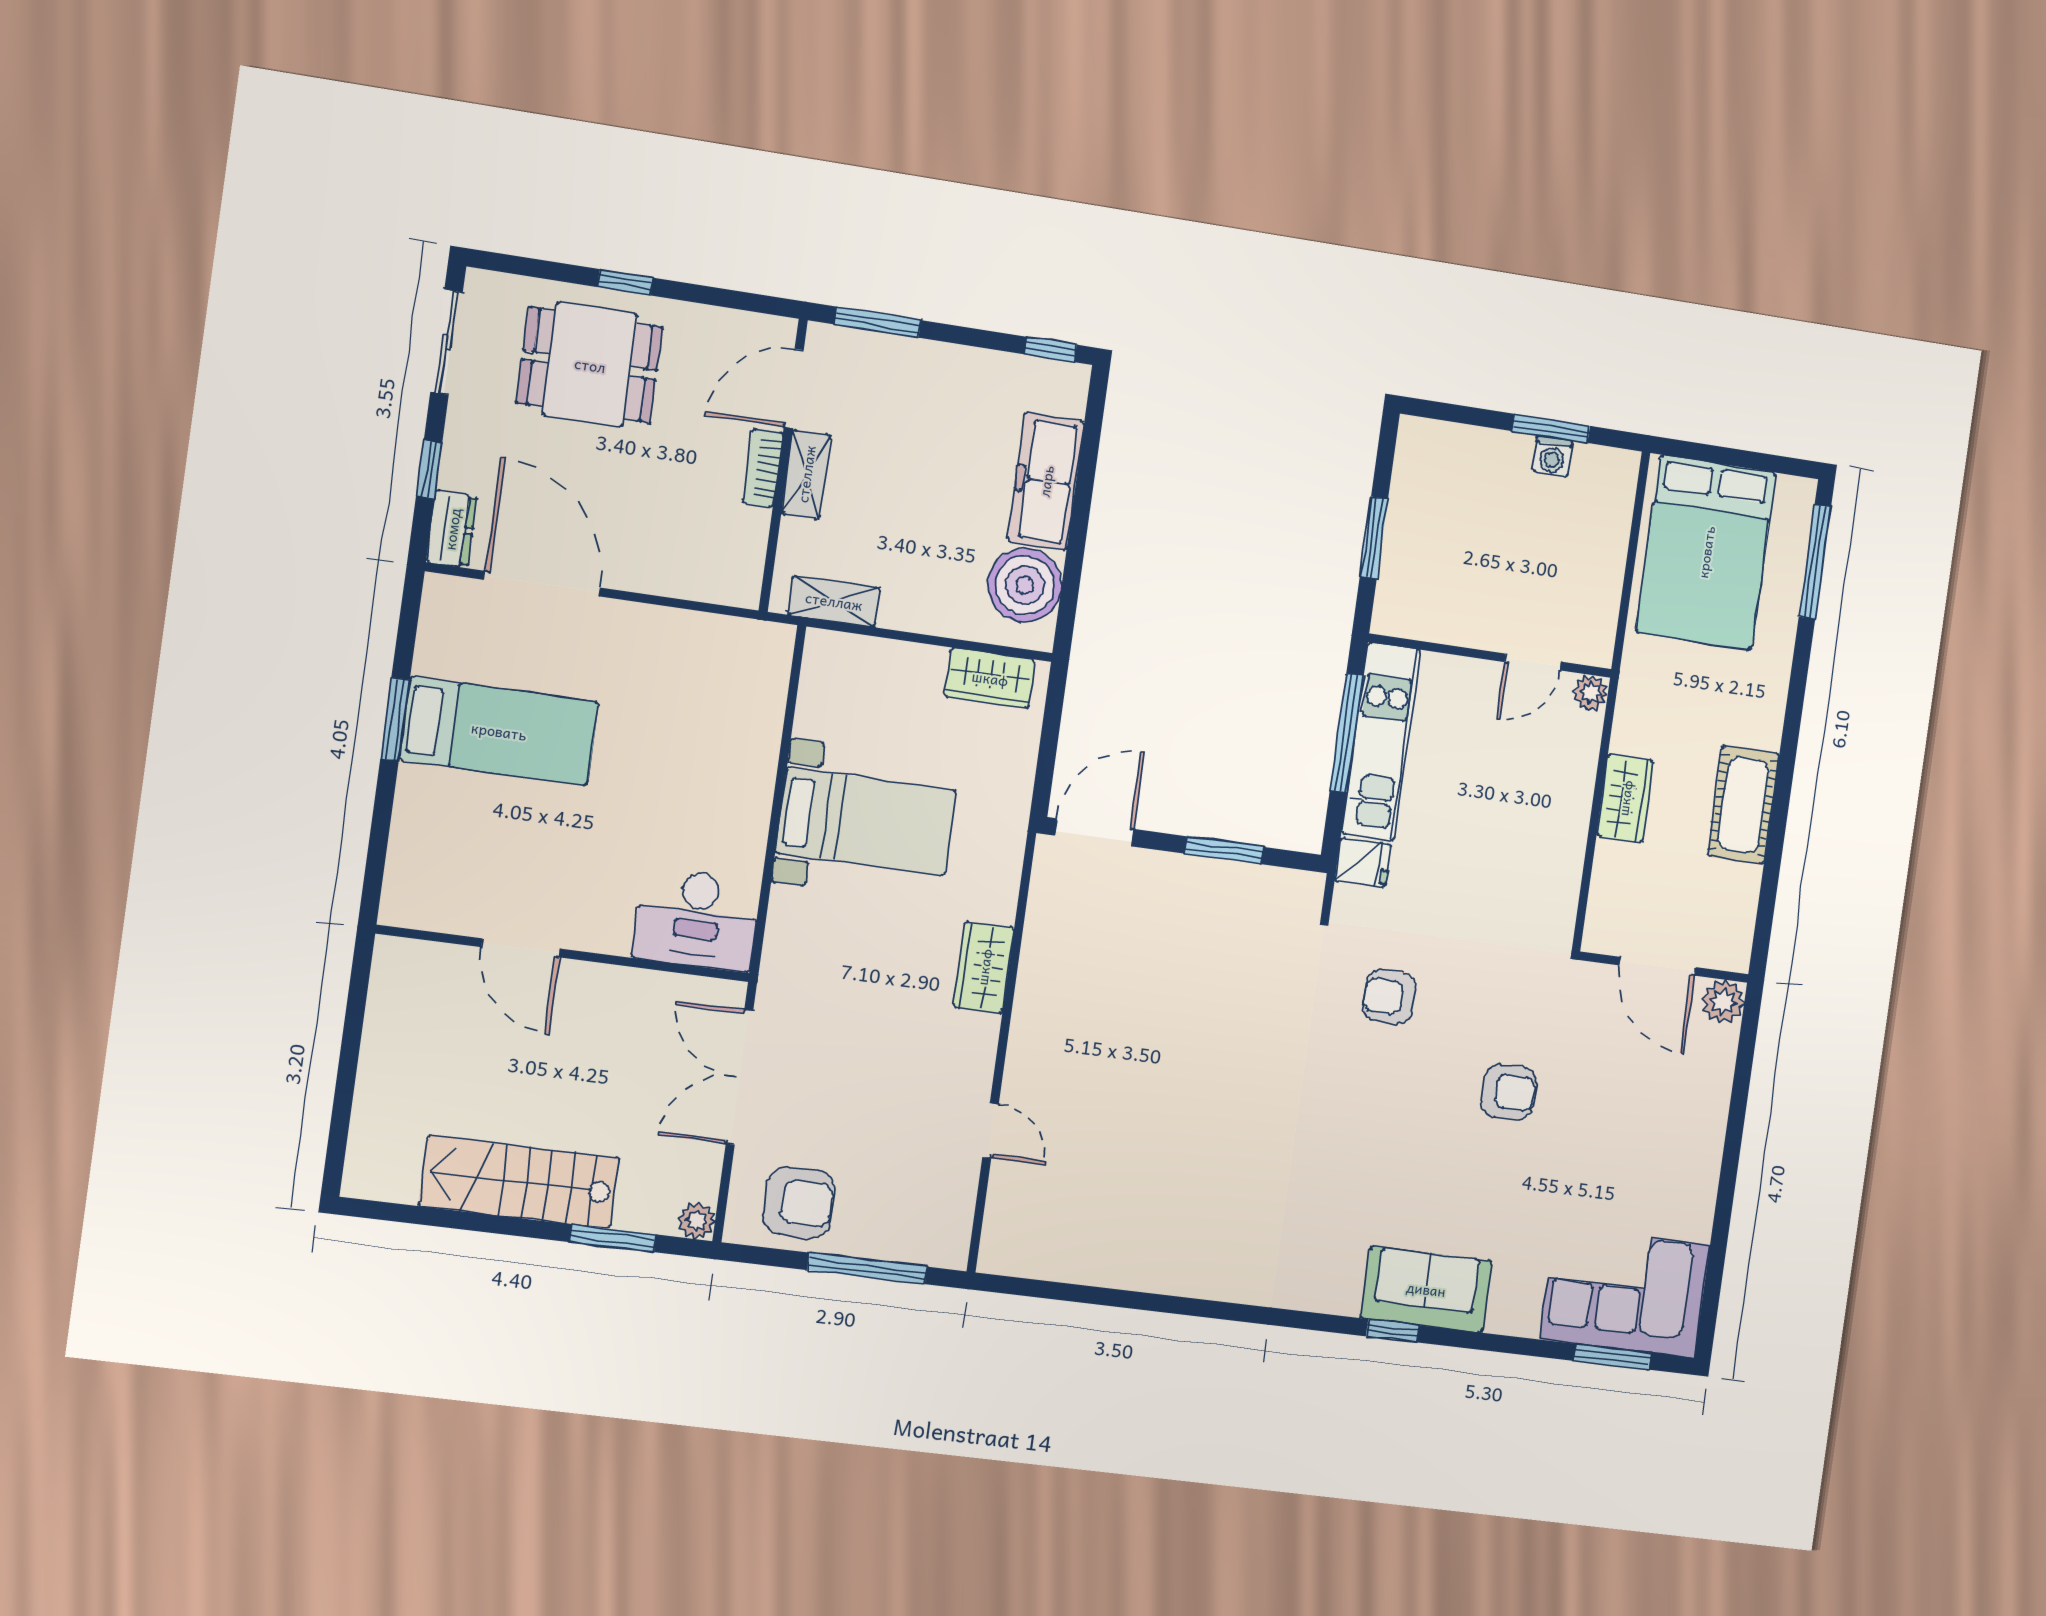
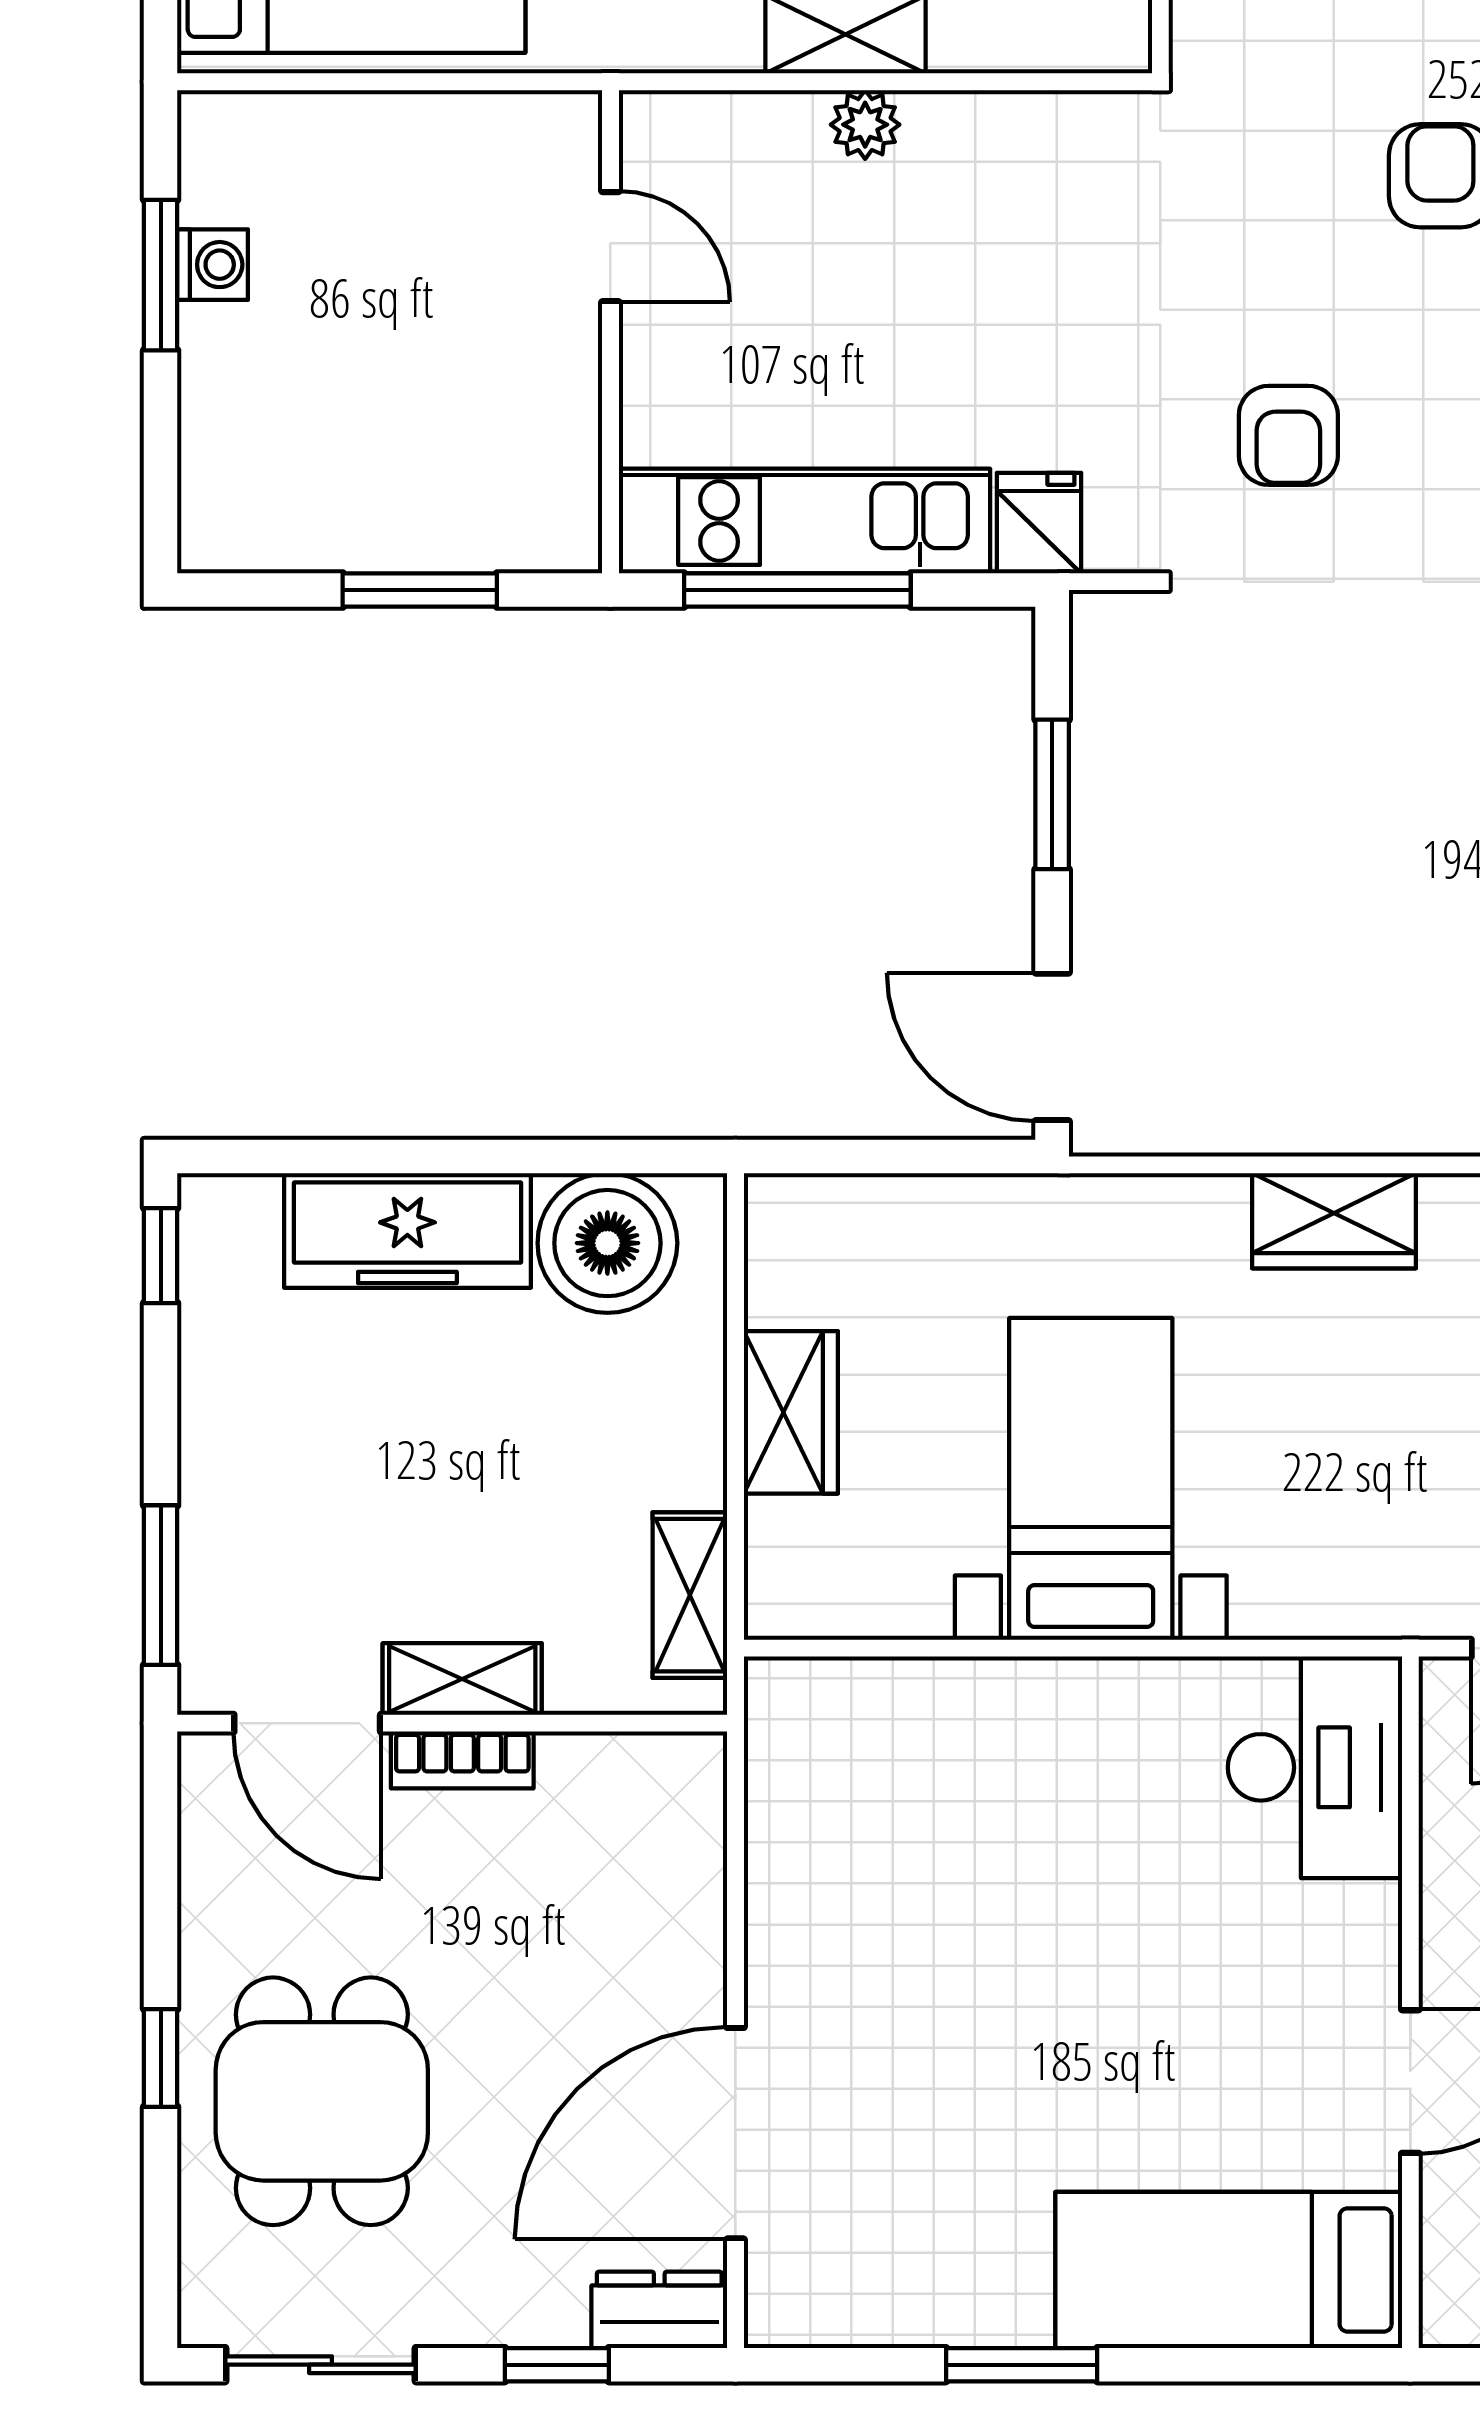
wardrobe: (990, 678) -> (791, 1412), moved
plant: (1591, 693) -> (865, 125), moved
bed: (499, 731) -> (1229, 2270), moved, turned -90

